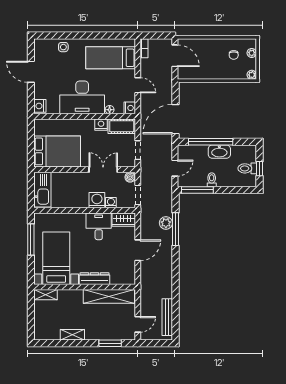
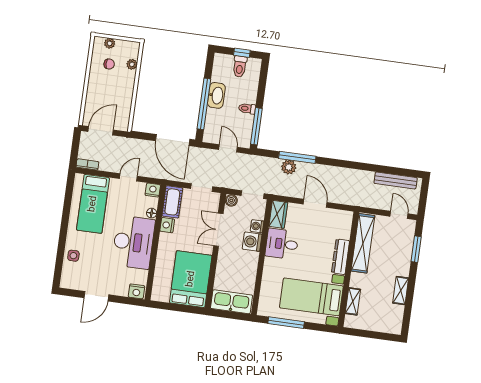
plant: (252, 75) -> (132, 64), moved
shelving: (46, 295) -> (353, 301), moved

